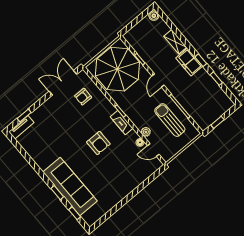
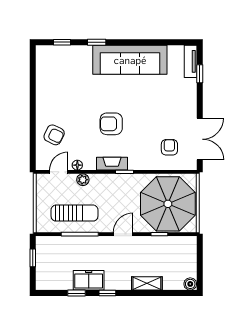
freezer: (189, 62) -> (89, 280), moved
door: (158, 81) -> (123, 234), hinge flipped
armchair: (134, 171) -> (54, 135), added
sofa: (70, 187) -> (130, 60), moved

